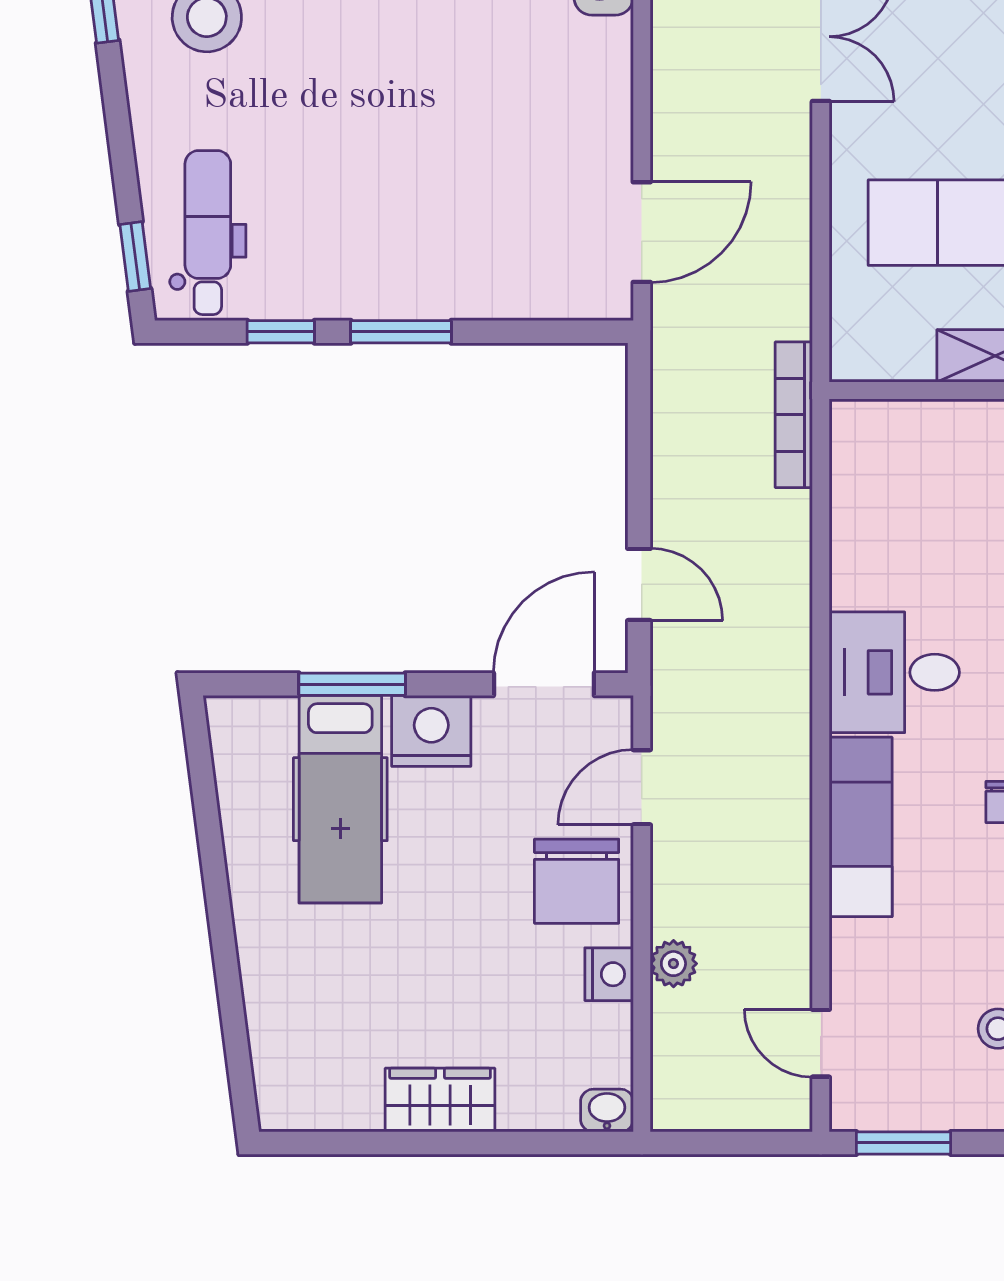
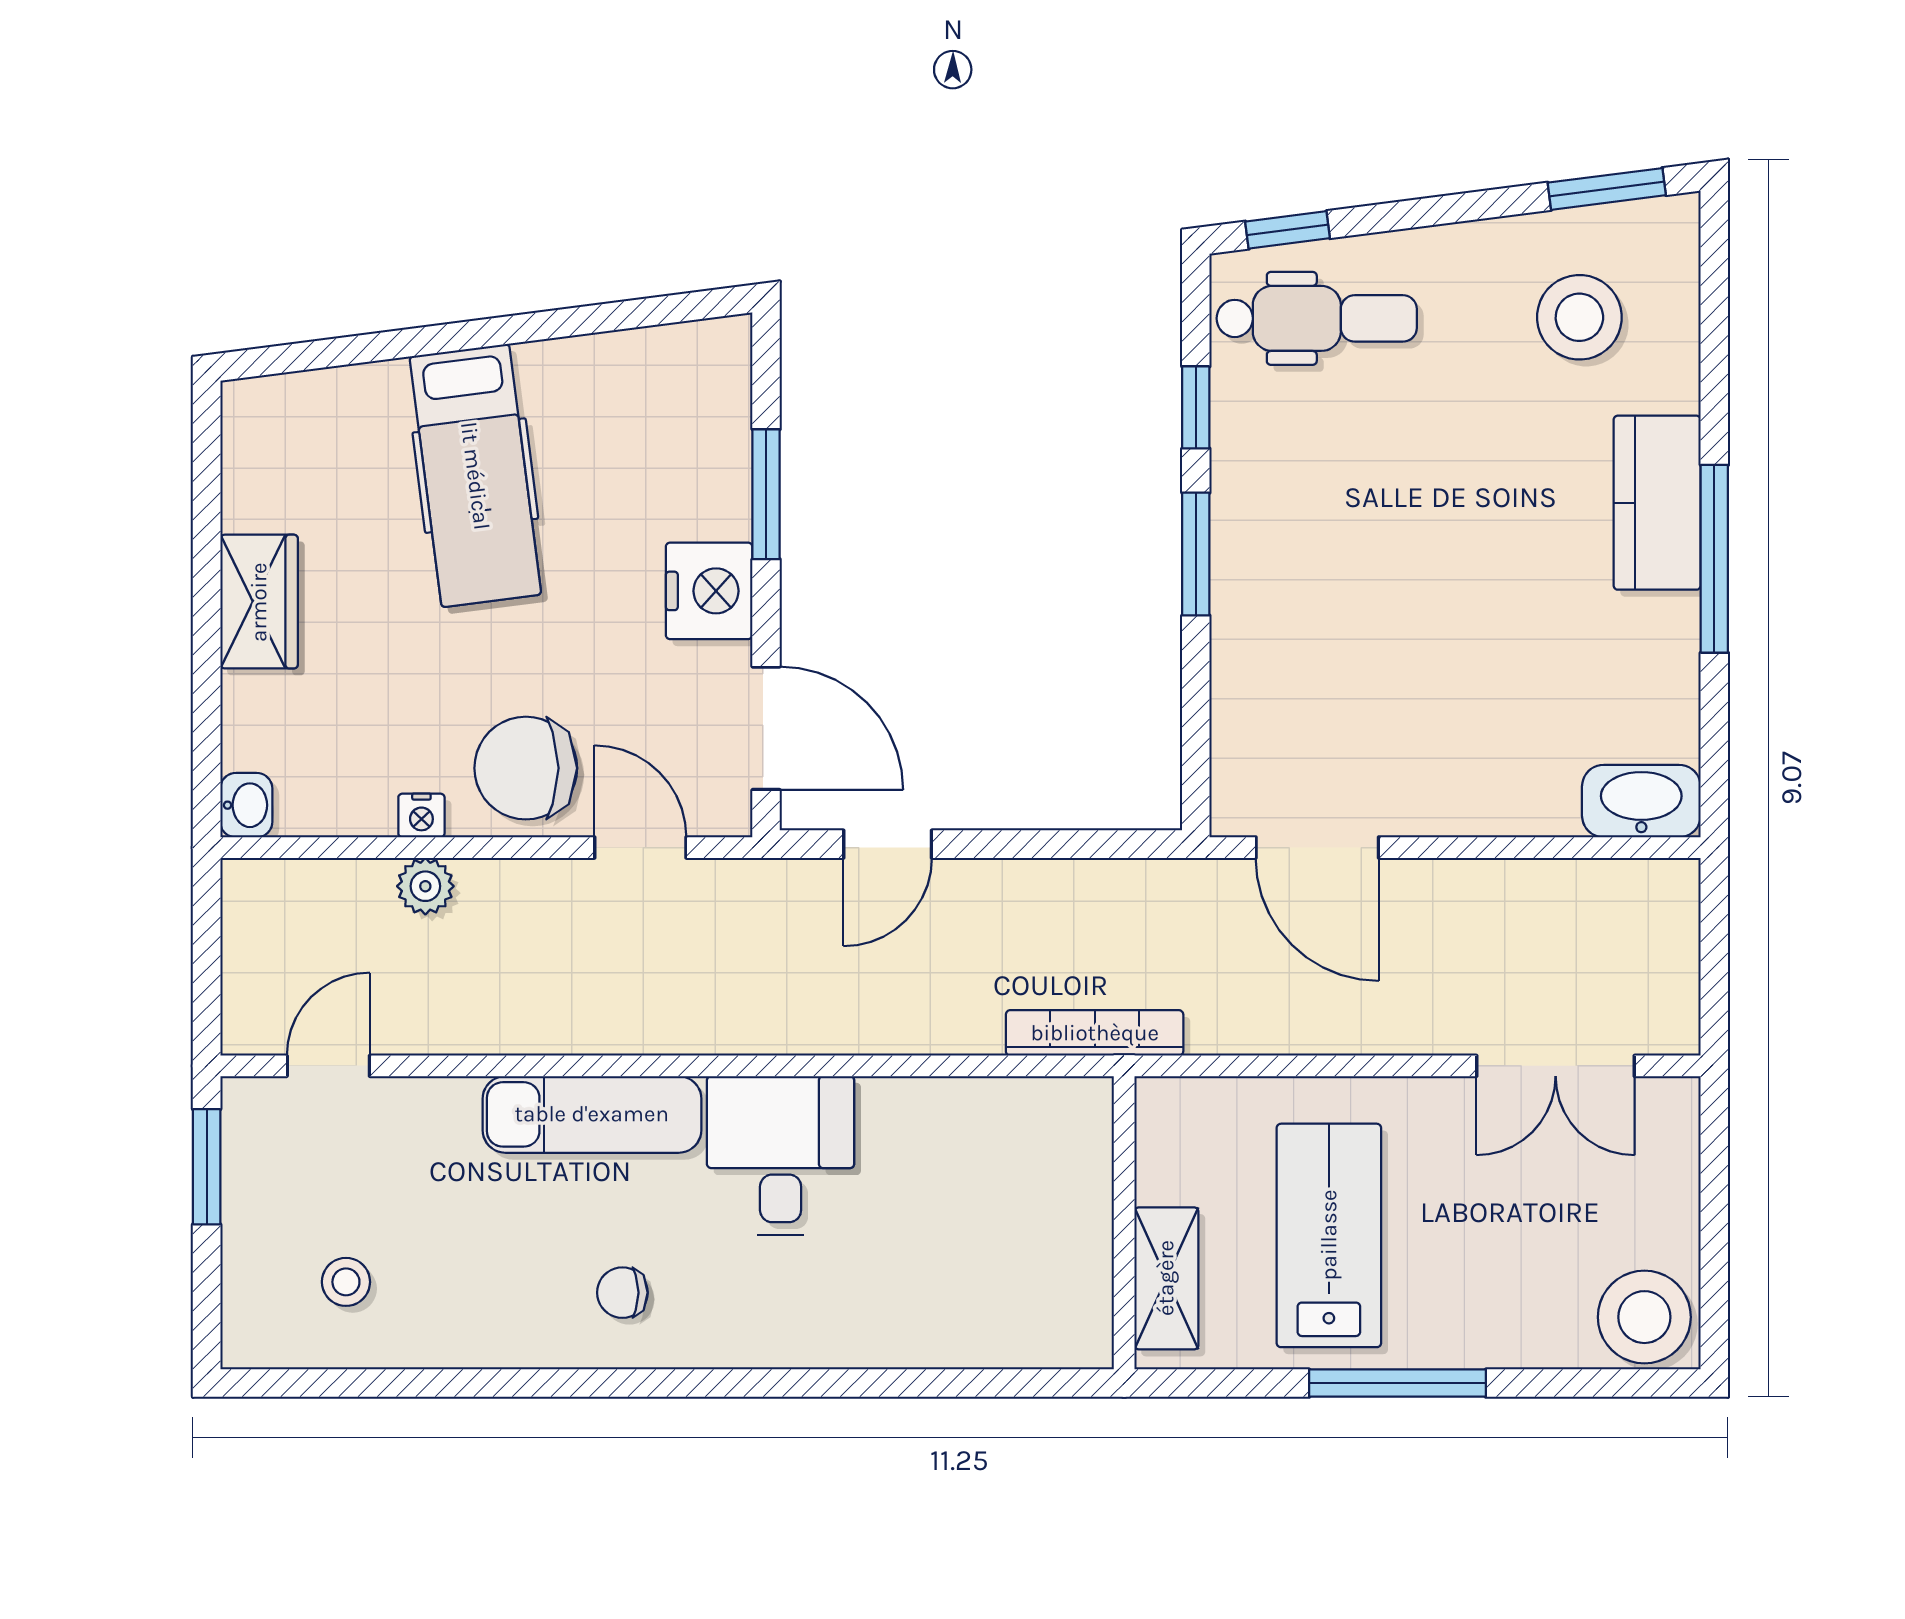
hospital bed: (340, 799) -> (475, 476), moved, turned -97
nightstand: (609, 974) -> (421, 815), width x0.72, depth x0.74

